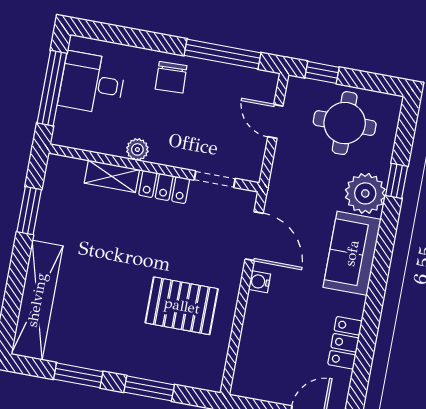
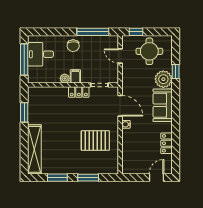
filing cabinet: (163, 149) -> (75, 76), added
shelving: (112, 176) -> (56, 92), removed

